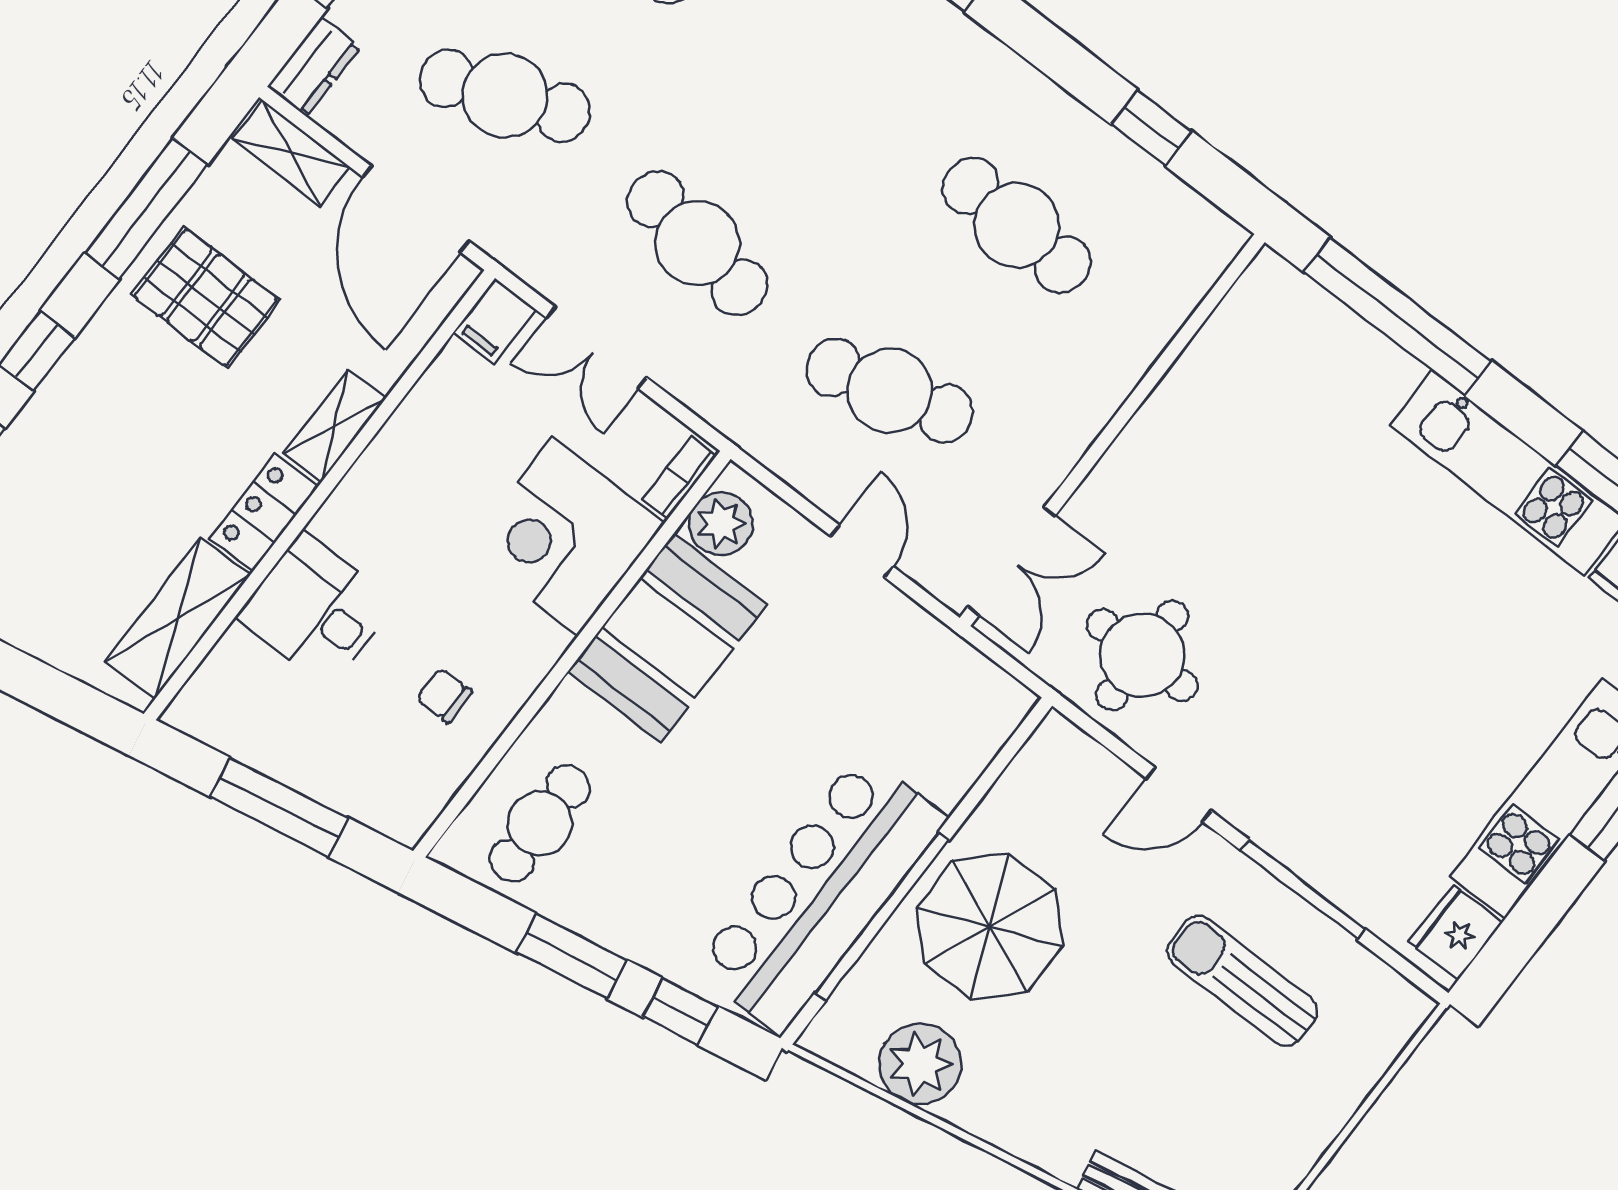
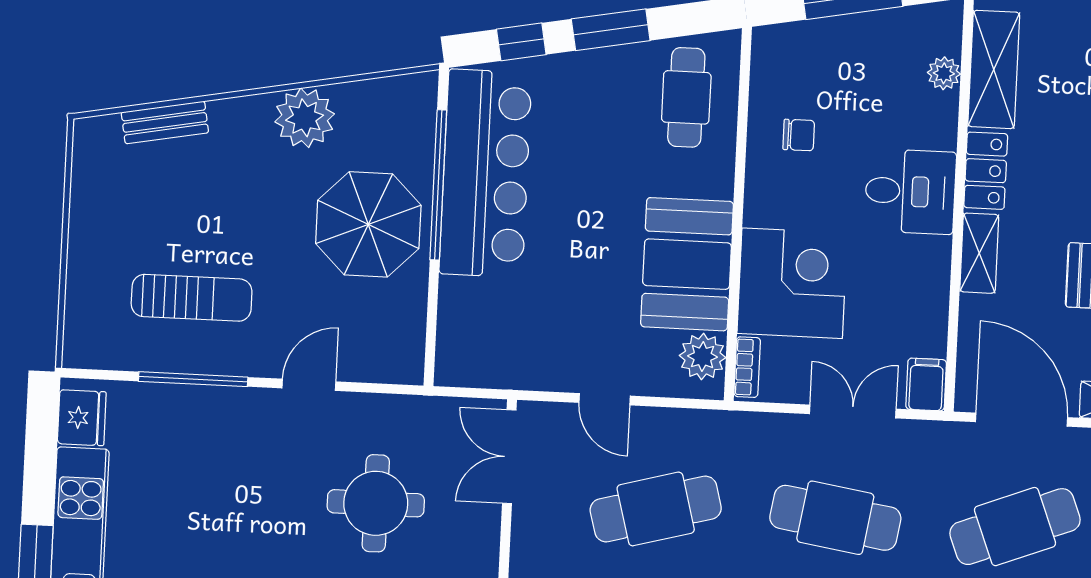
desk: (316, 610) -> (910, 191), moved
plant: (236, 652) -> (944, 73), added
round table: (1142, 655) -> (376, 503), moved
plant: (920, 1064) -> (305, 118), moved

